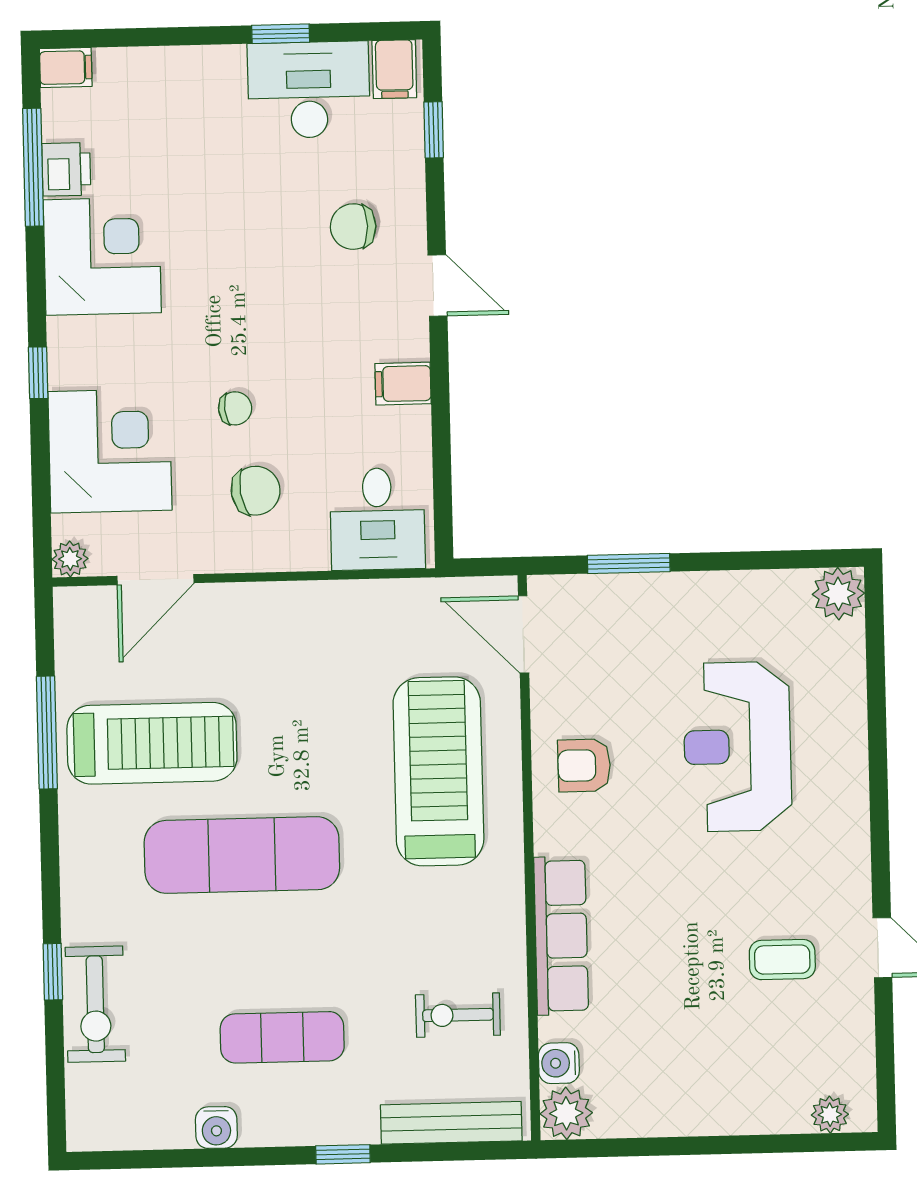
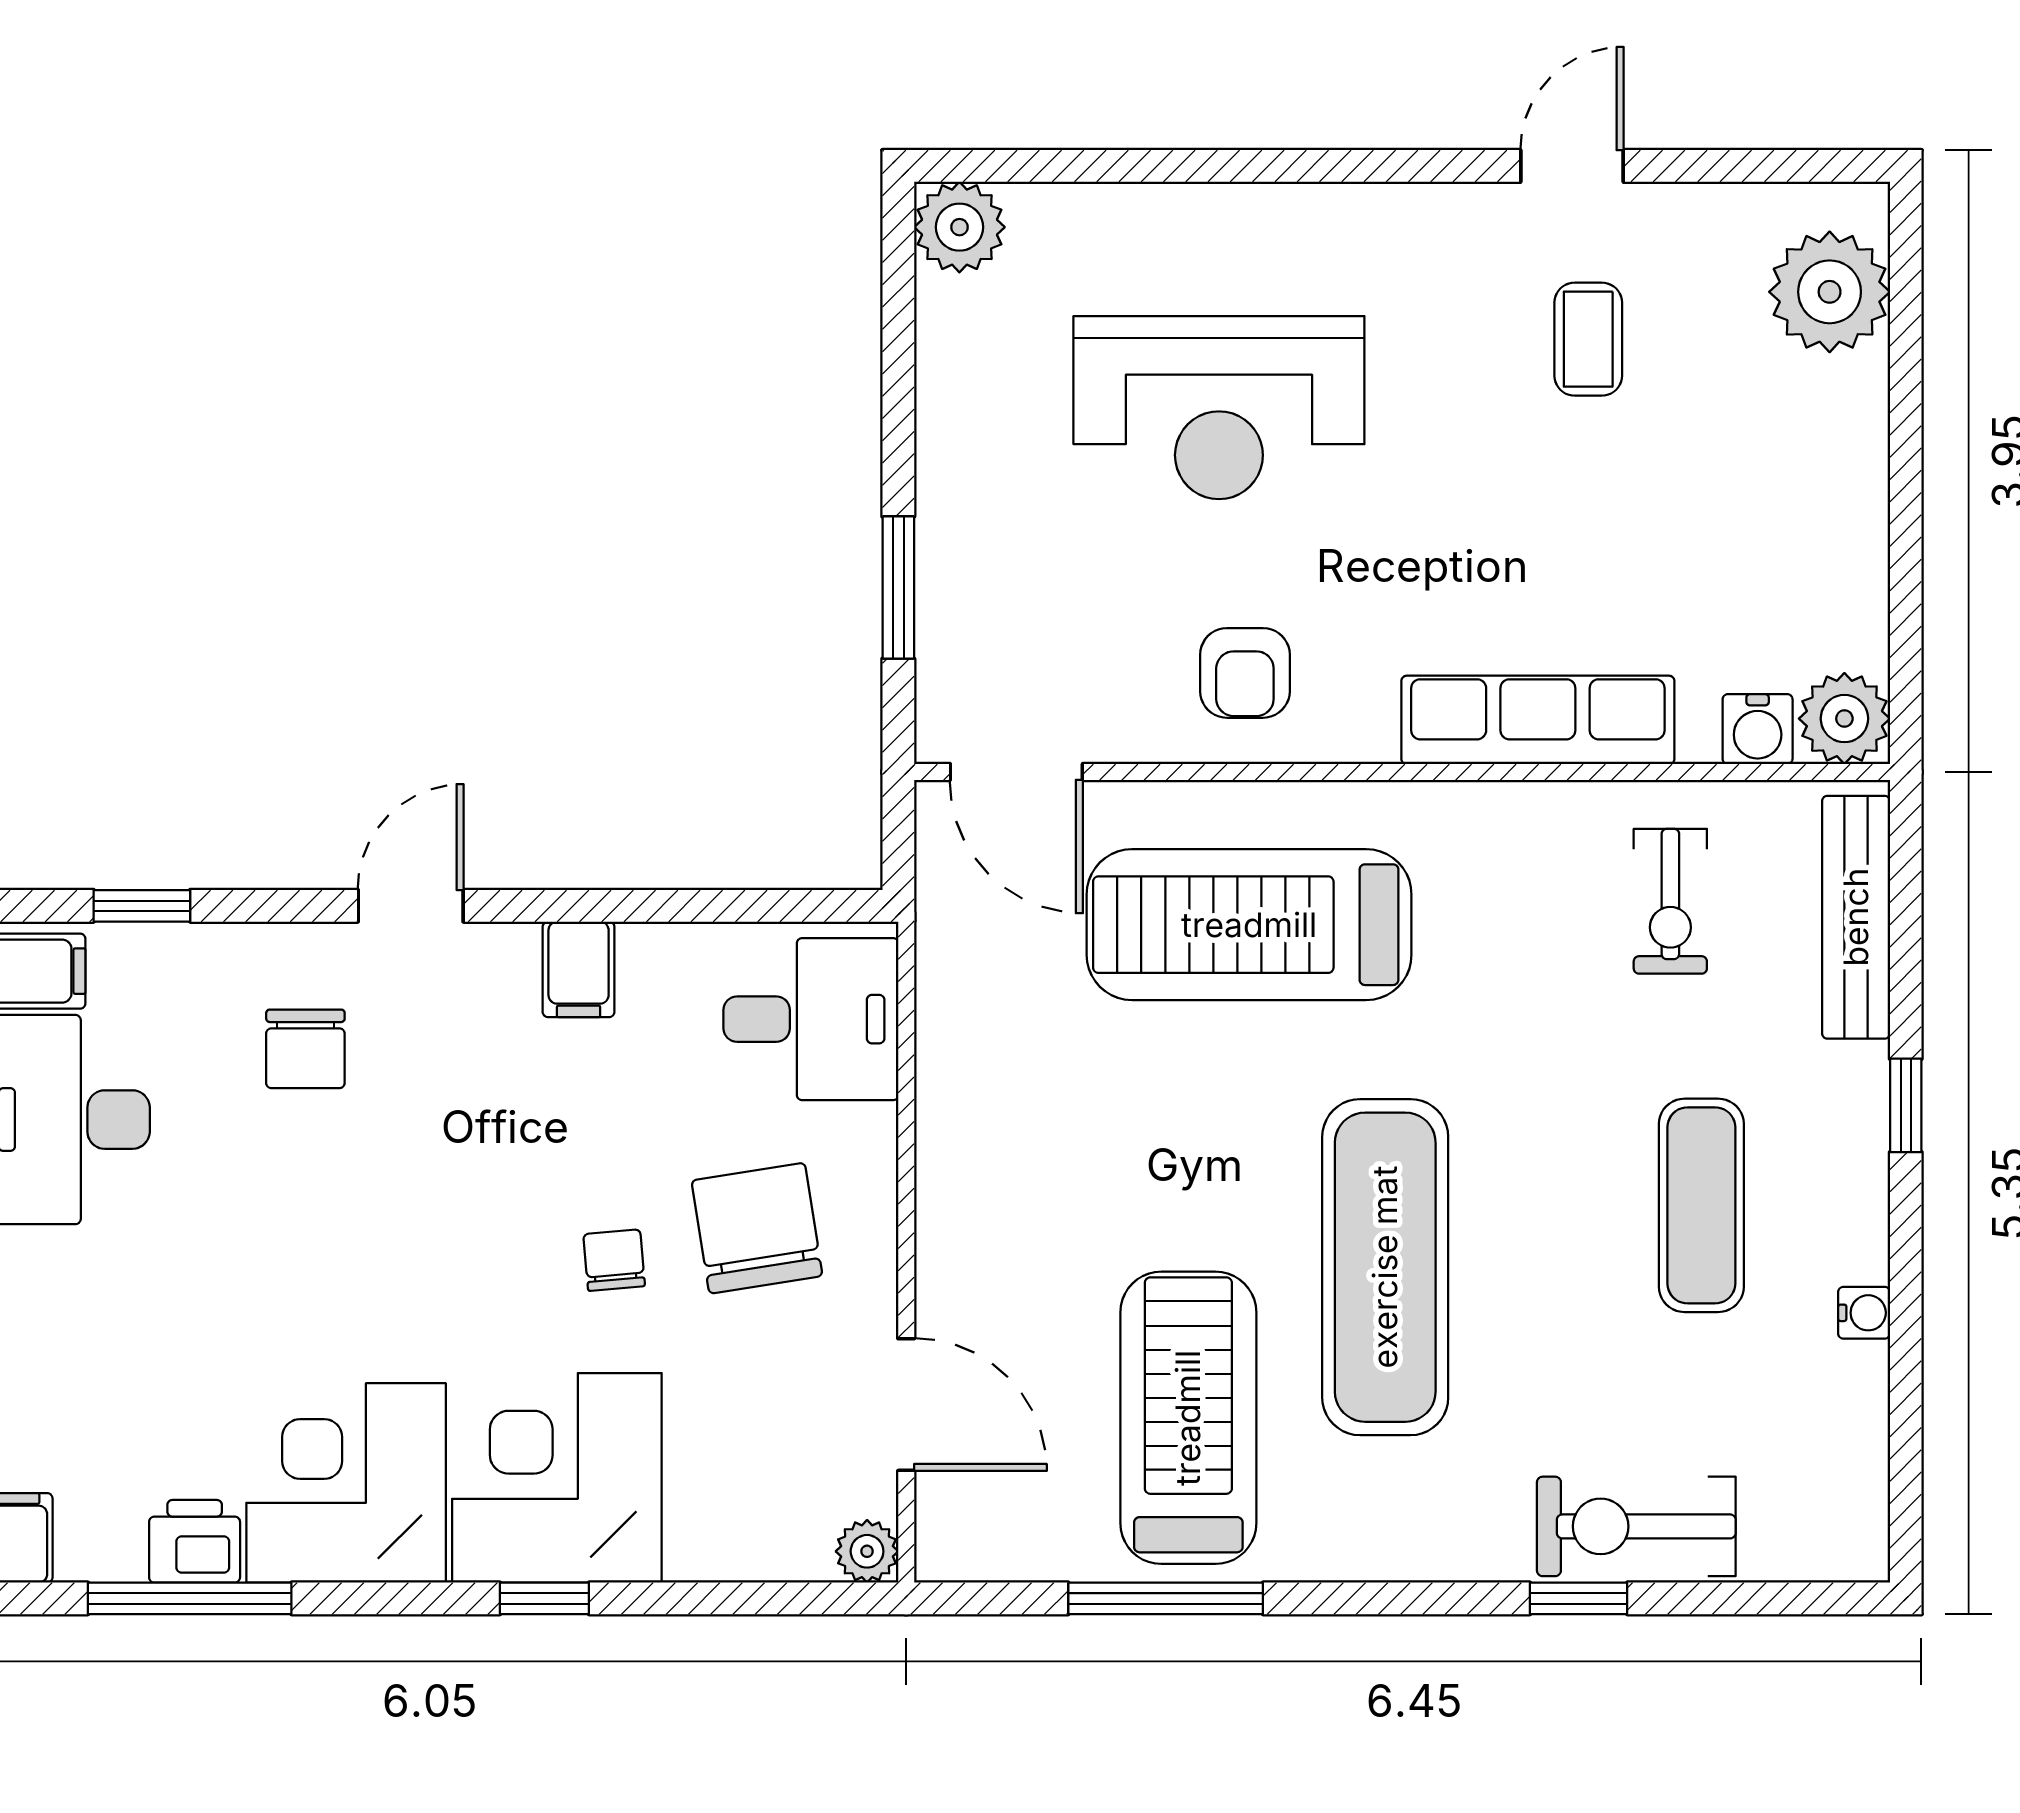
corner desk: (110, 451) -> (557, 1478), moved
chair: (256, 491) -> (757, 1228), width x1.37, depth x1.37
door: (524, 634) -> (1016, 772), hinge flipped
exercise bike: (95, 1004) -> (1636, 1526), turned 180
plant: (830, 1115) -> (1830, 292), width x1.87, depth x1.87
water cooler: (216, 1127) -> (1864, 1313), width x0.72, depth x0.72

